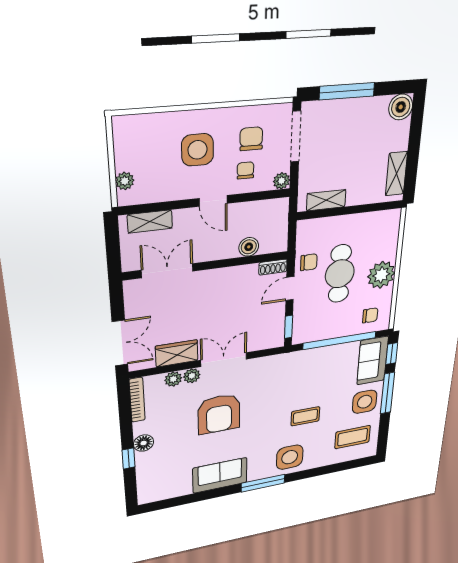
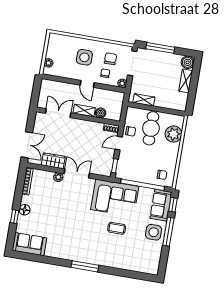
shelving: (396, 174) -> (186, 81), moved
shelving: (150, 221) -> (84, 110), moved
cafe table: (340, 274) -> (151, 128), moved
plant: (381, 275) -> (173, 134), moved
corner sofa: (296, 375) -> (115, 198), added
plant: (173, 379) -> (48, 176), removed
armchair: (219, 414) -> (68, 207), removed
coffee table: (353, 437) -> (144, 255), removed
side table: (290, 457) -> (103, 254), removed
sofa: (220, 475) -> (29, 244), moved

